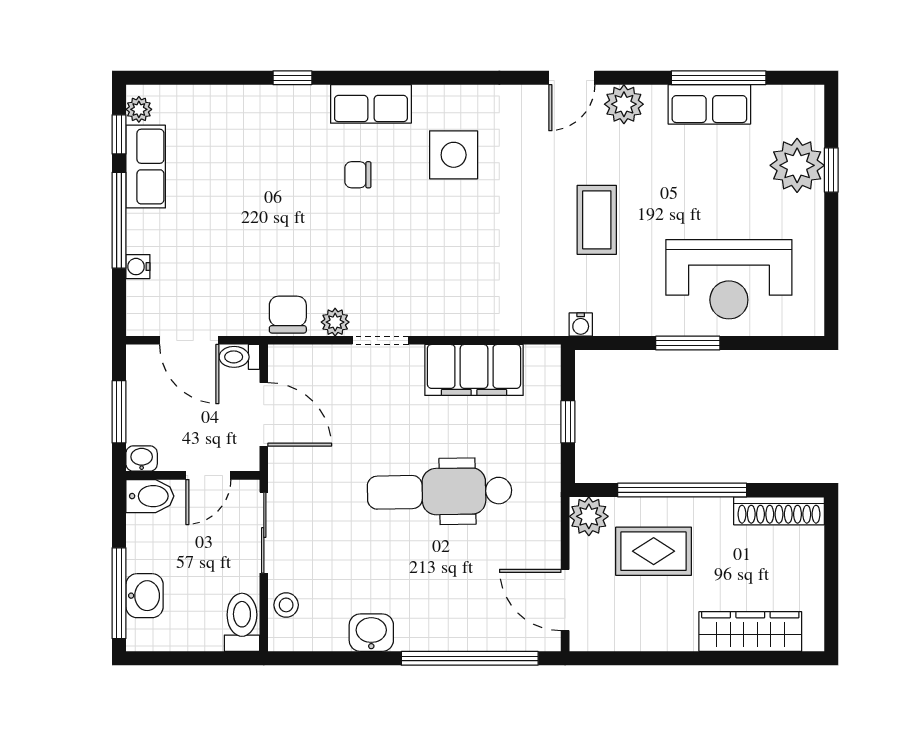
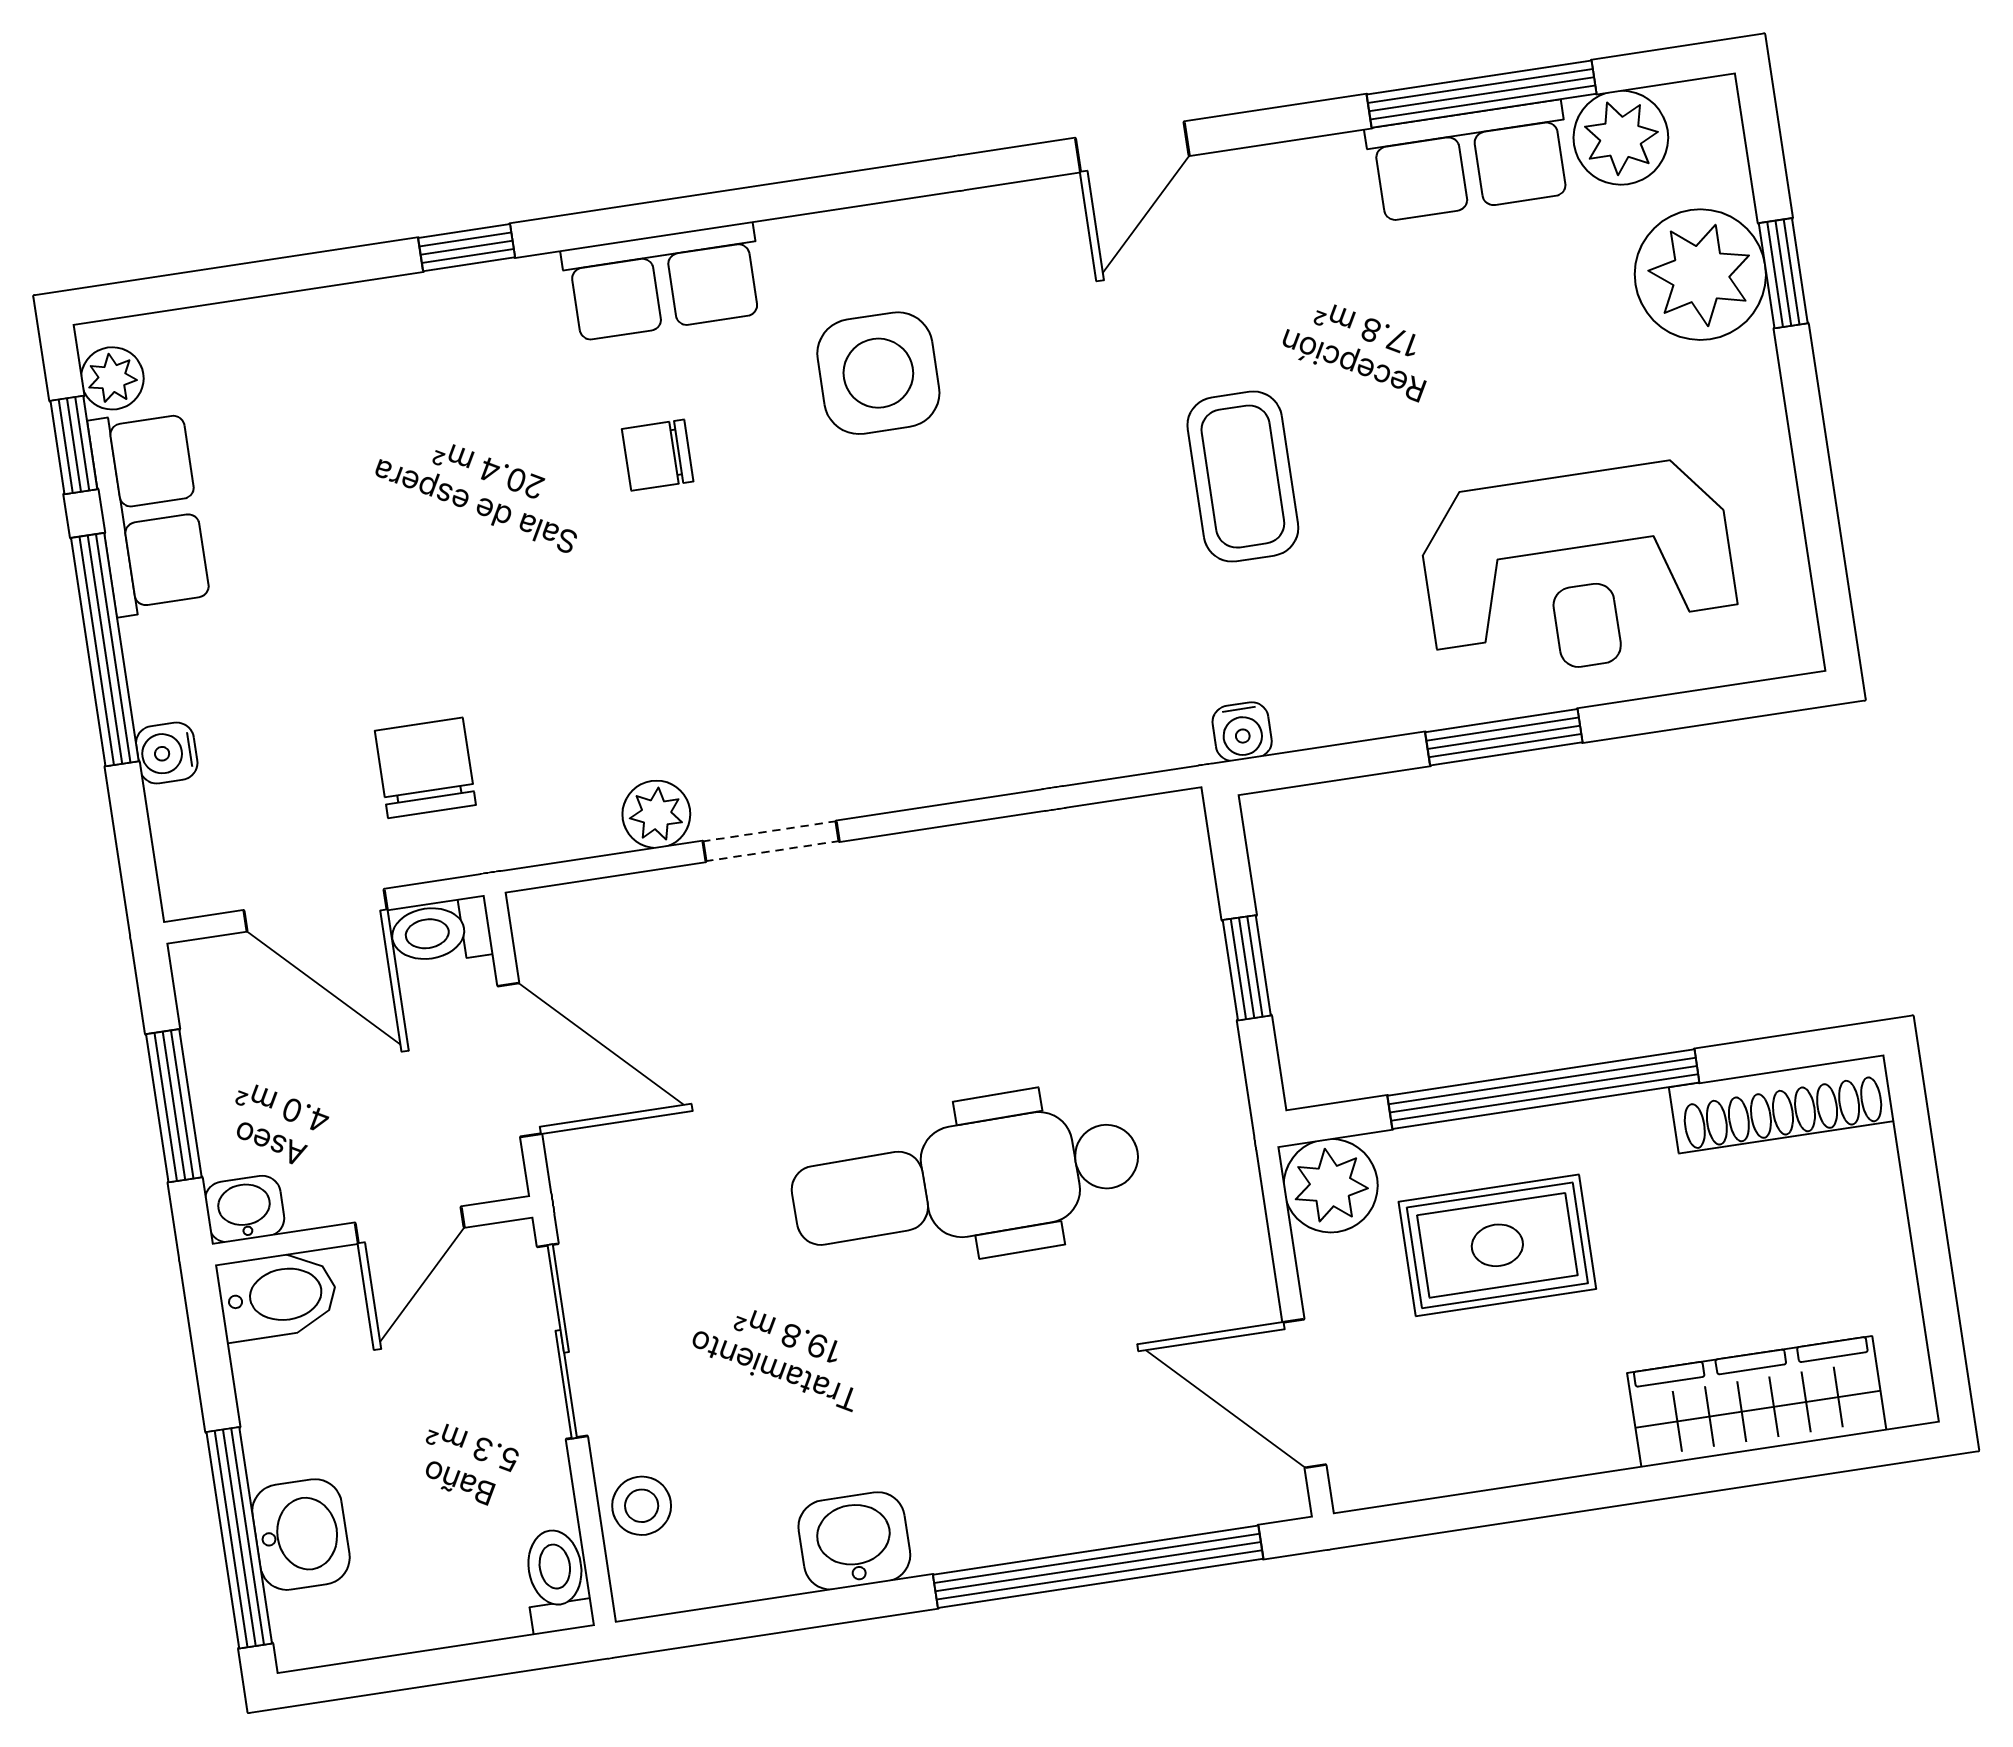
plant: (624, 104) -> (1621, 138), moved
chair: (288, 315) -> (425, 768), moved
filing cabinet: (474, 370) -> (1004, 878), removed
toilet: (242, 622) -> (557, 1581), width x0.73, depth x0.72

